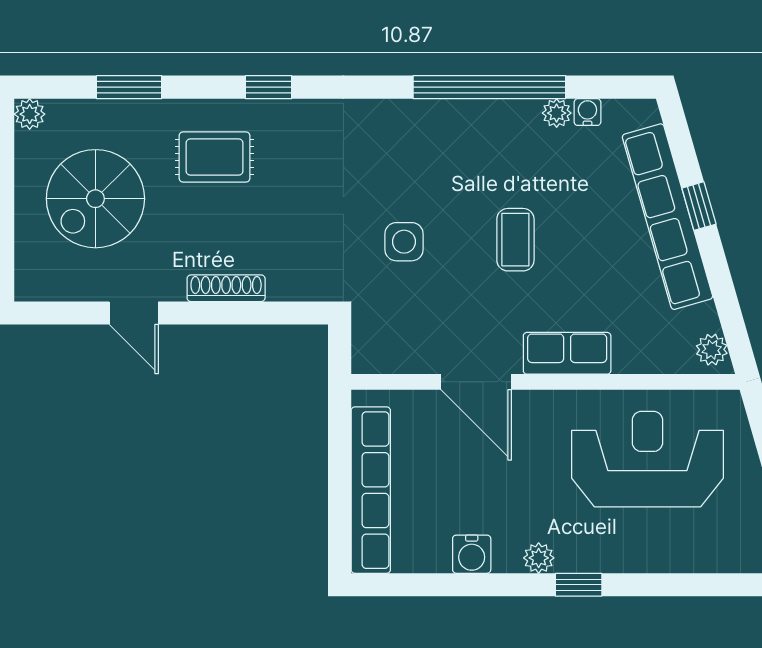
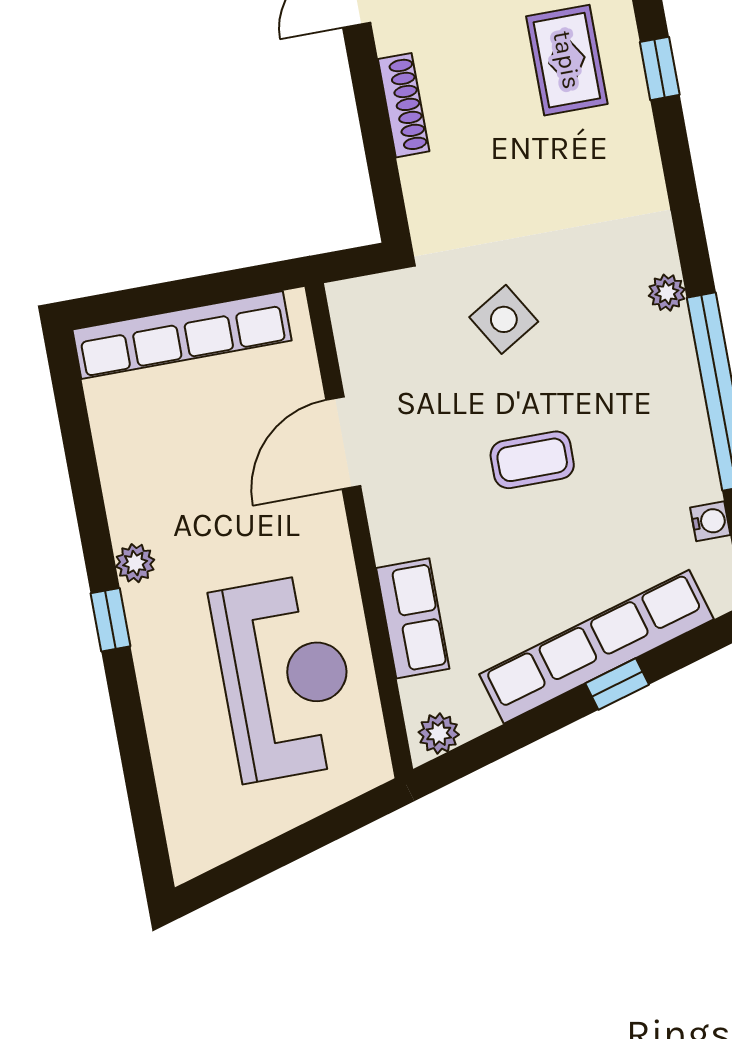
window: (269, 87) -> (660, 68), moved
plant: (557, 113) -> (667, 293), moved
side table: (404, 242) -> (504, 319), turned -31
row of seats: (567, 353) -> (413, 618), moved
water cooler: (472, 554) -> (124, 477), removed

